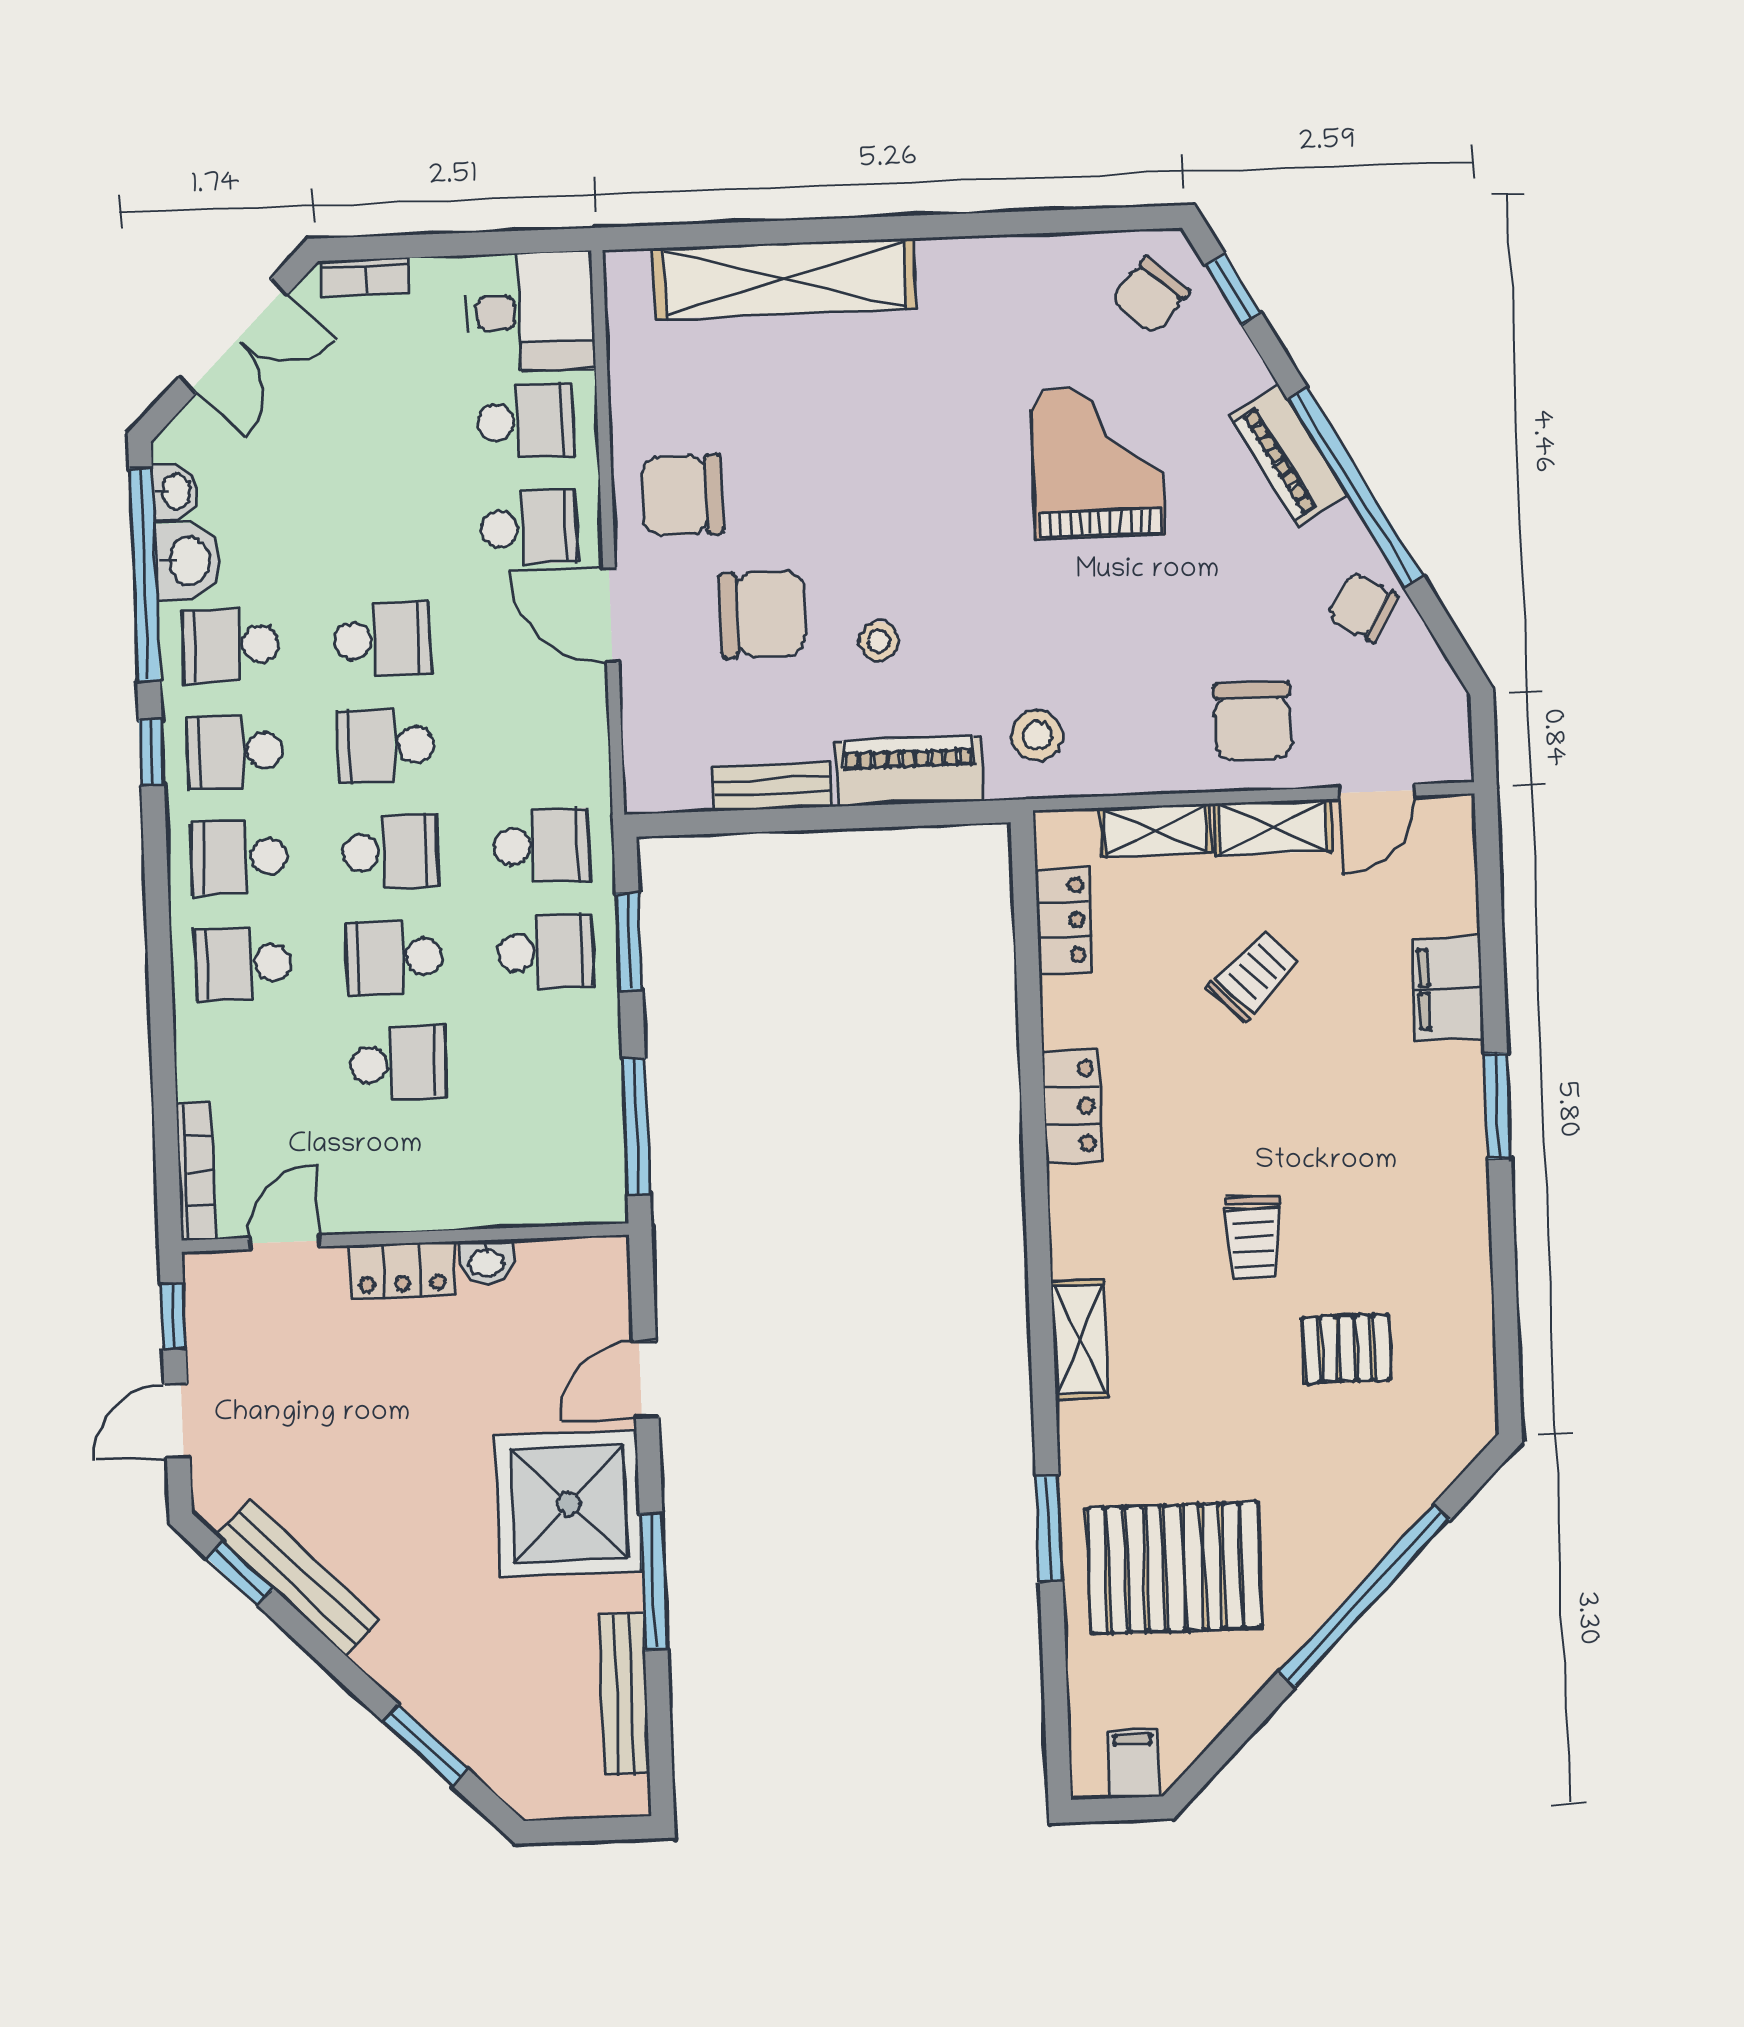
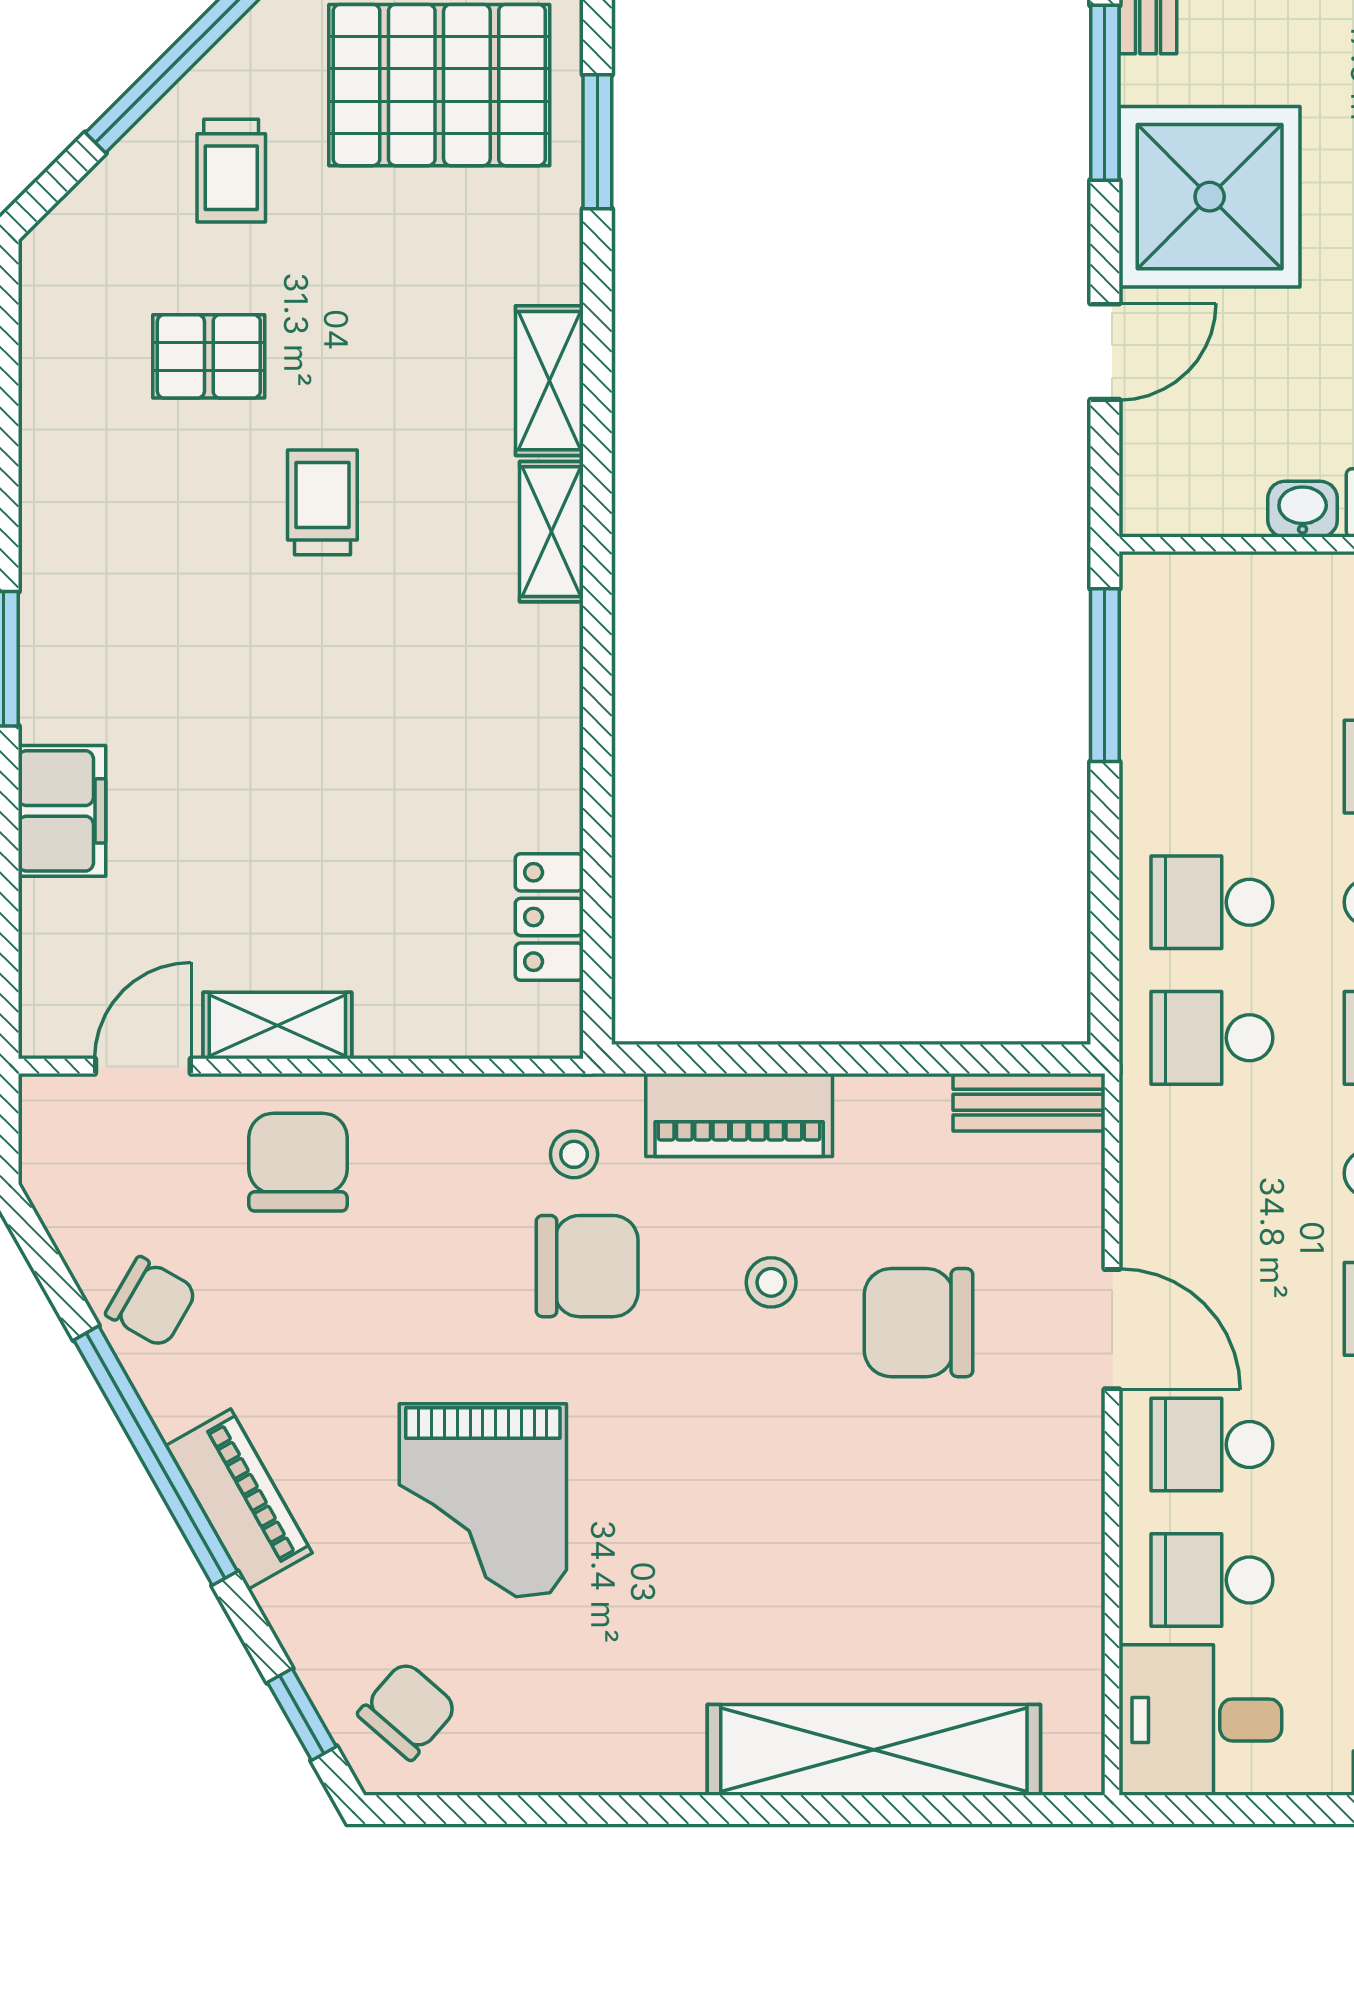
chair: (682, 496) -> (587, 1266), moved
stool: (1037, 735) -> (574, 1154), width x0.73, depth x0.73
bench: (773, 786) -> (1029, 1102), moved
shelving: (1155, 830) -> (551, 532), moved, turned 90
window: (629, 942) -> (1105, 911), removed
trolley: (1254, 975) -> (231, 171), moved, turned -45
locker: (1072, 1106) -> (547, 679), removed

